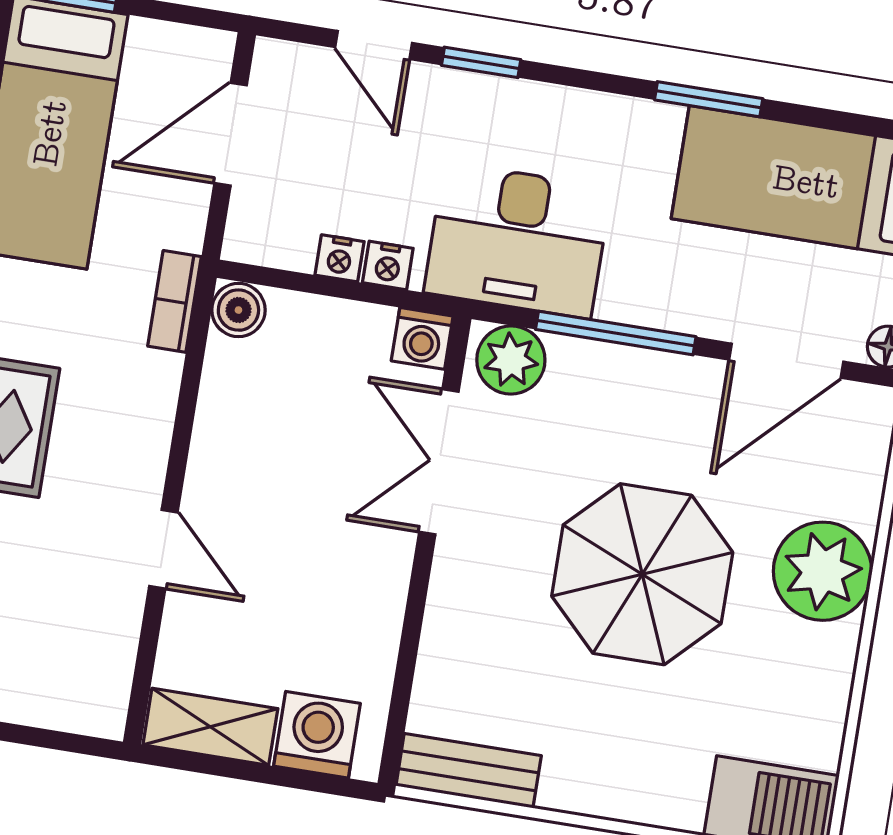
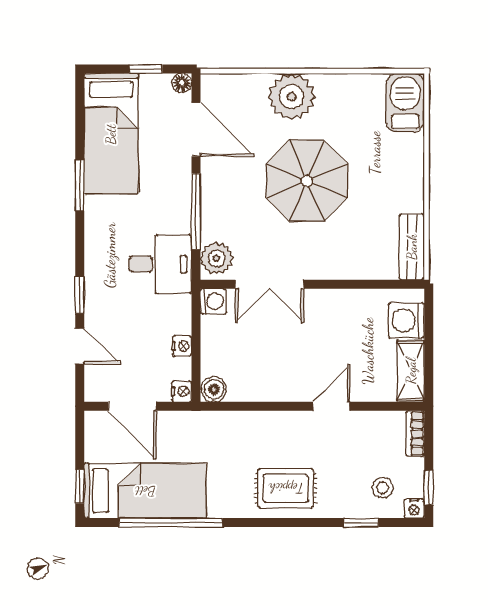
door: (374, 45) -> (80, 346), hinge flipped
desk: (518, 240) -> (160, 264), width x0.73
nightstand: (388, 265) -> (182, 391), moved
bookcase: (175, 301) -> (415, 434), moved, turned 90

